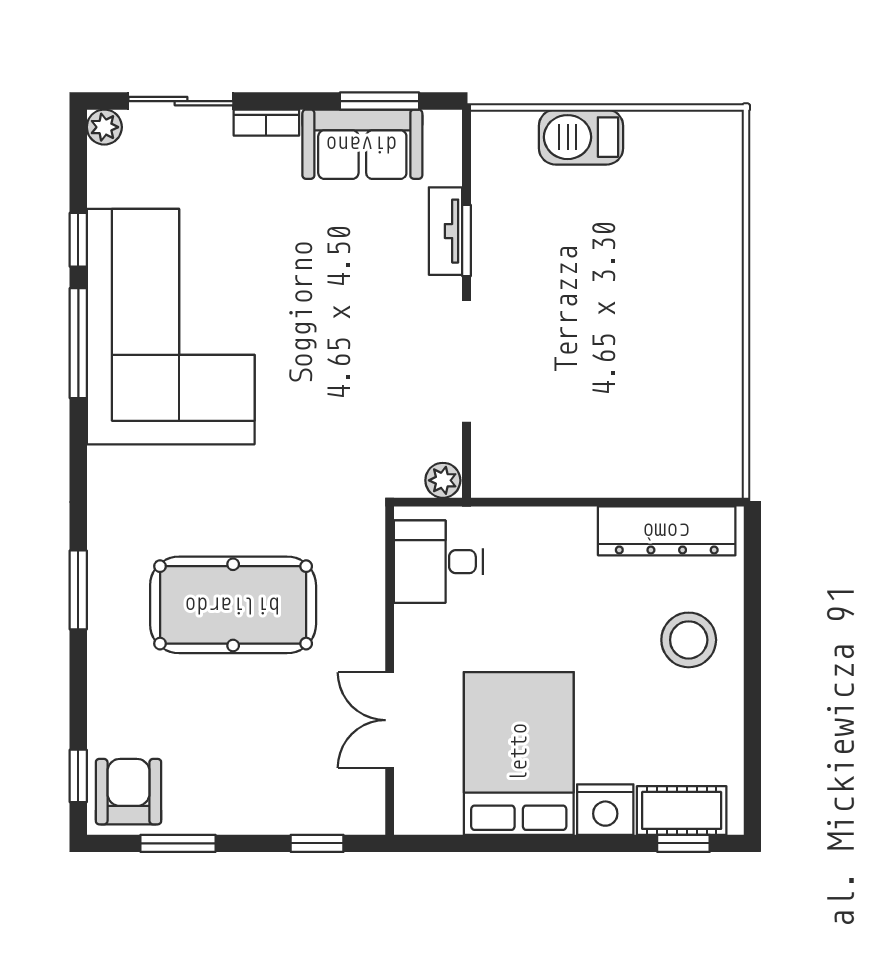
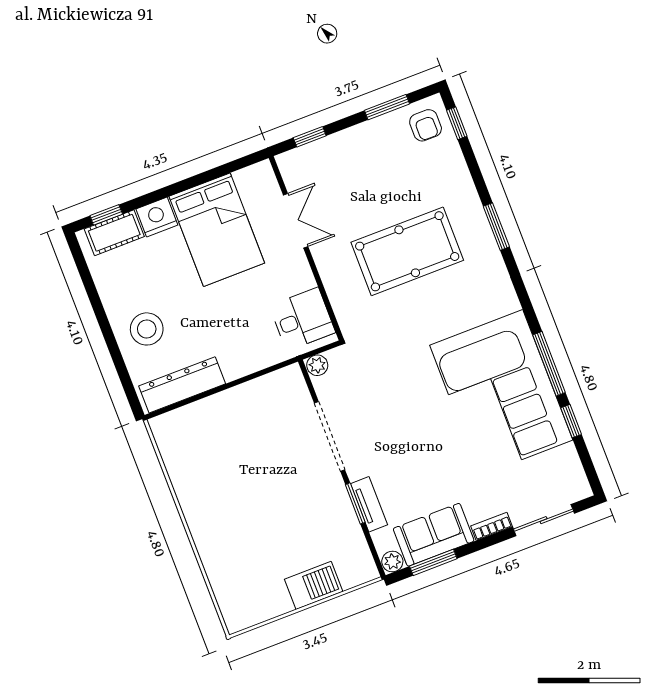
plant: (104, 127) -> (392, 562), moved
armchair: (128, 792) -> (426, 125), width x0.72, depth x0.72

